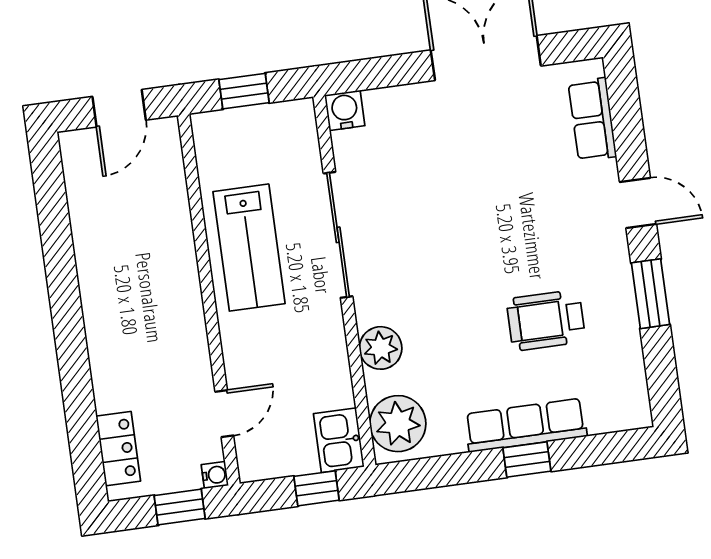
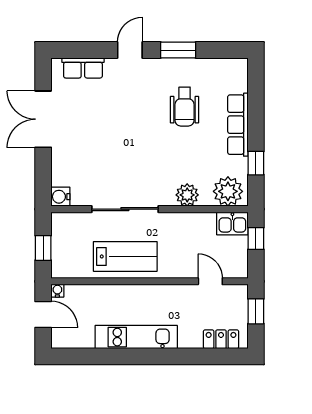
kitchen unit: (101, 289) -> (136, 337), added
window: (527, 459) -> (256, 163), moved
water cooler: (215, 475) -> (57, 291), moved

